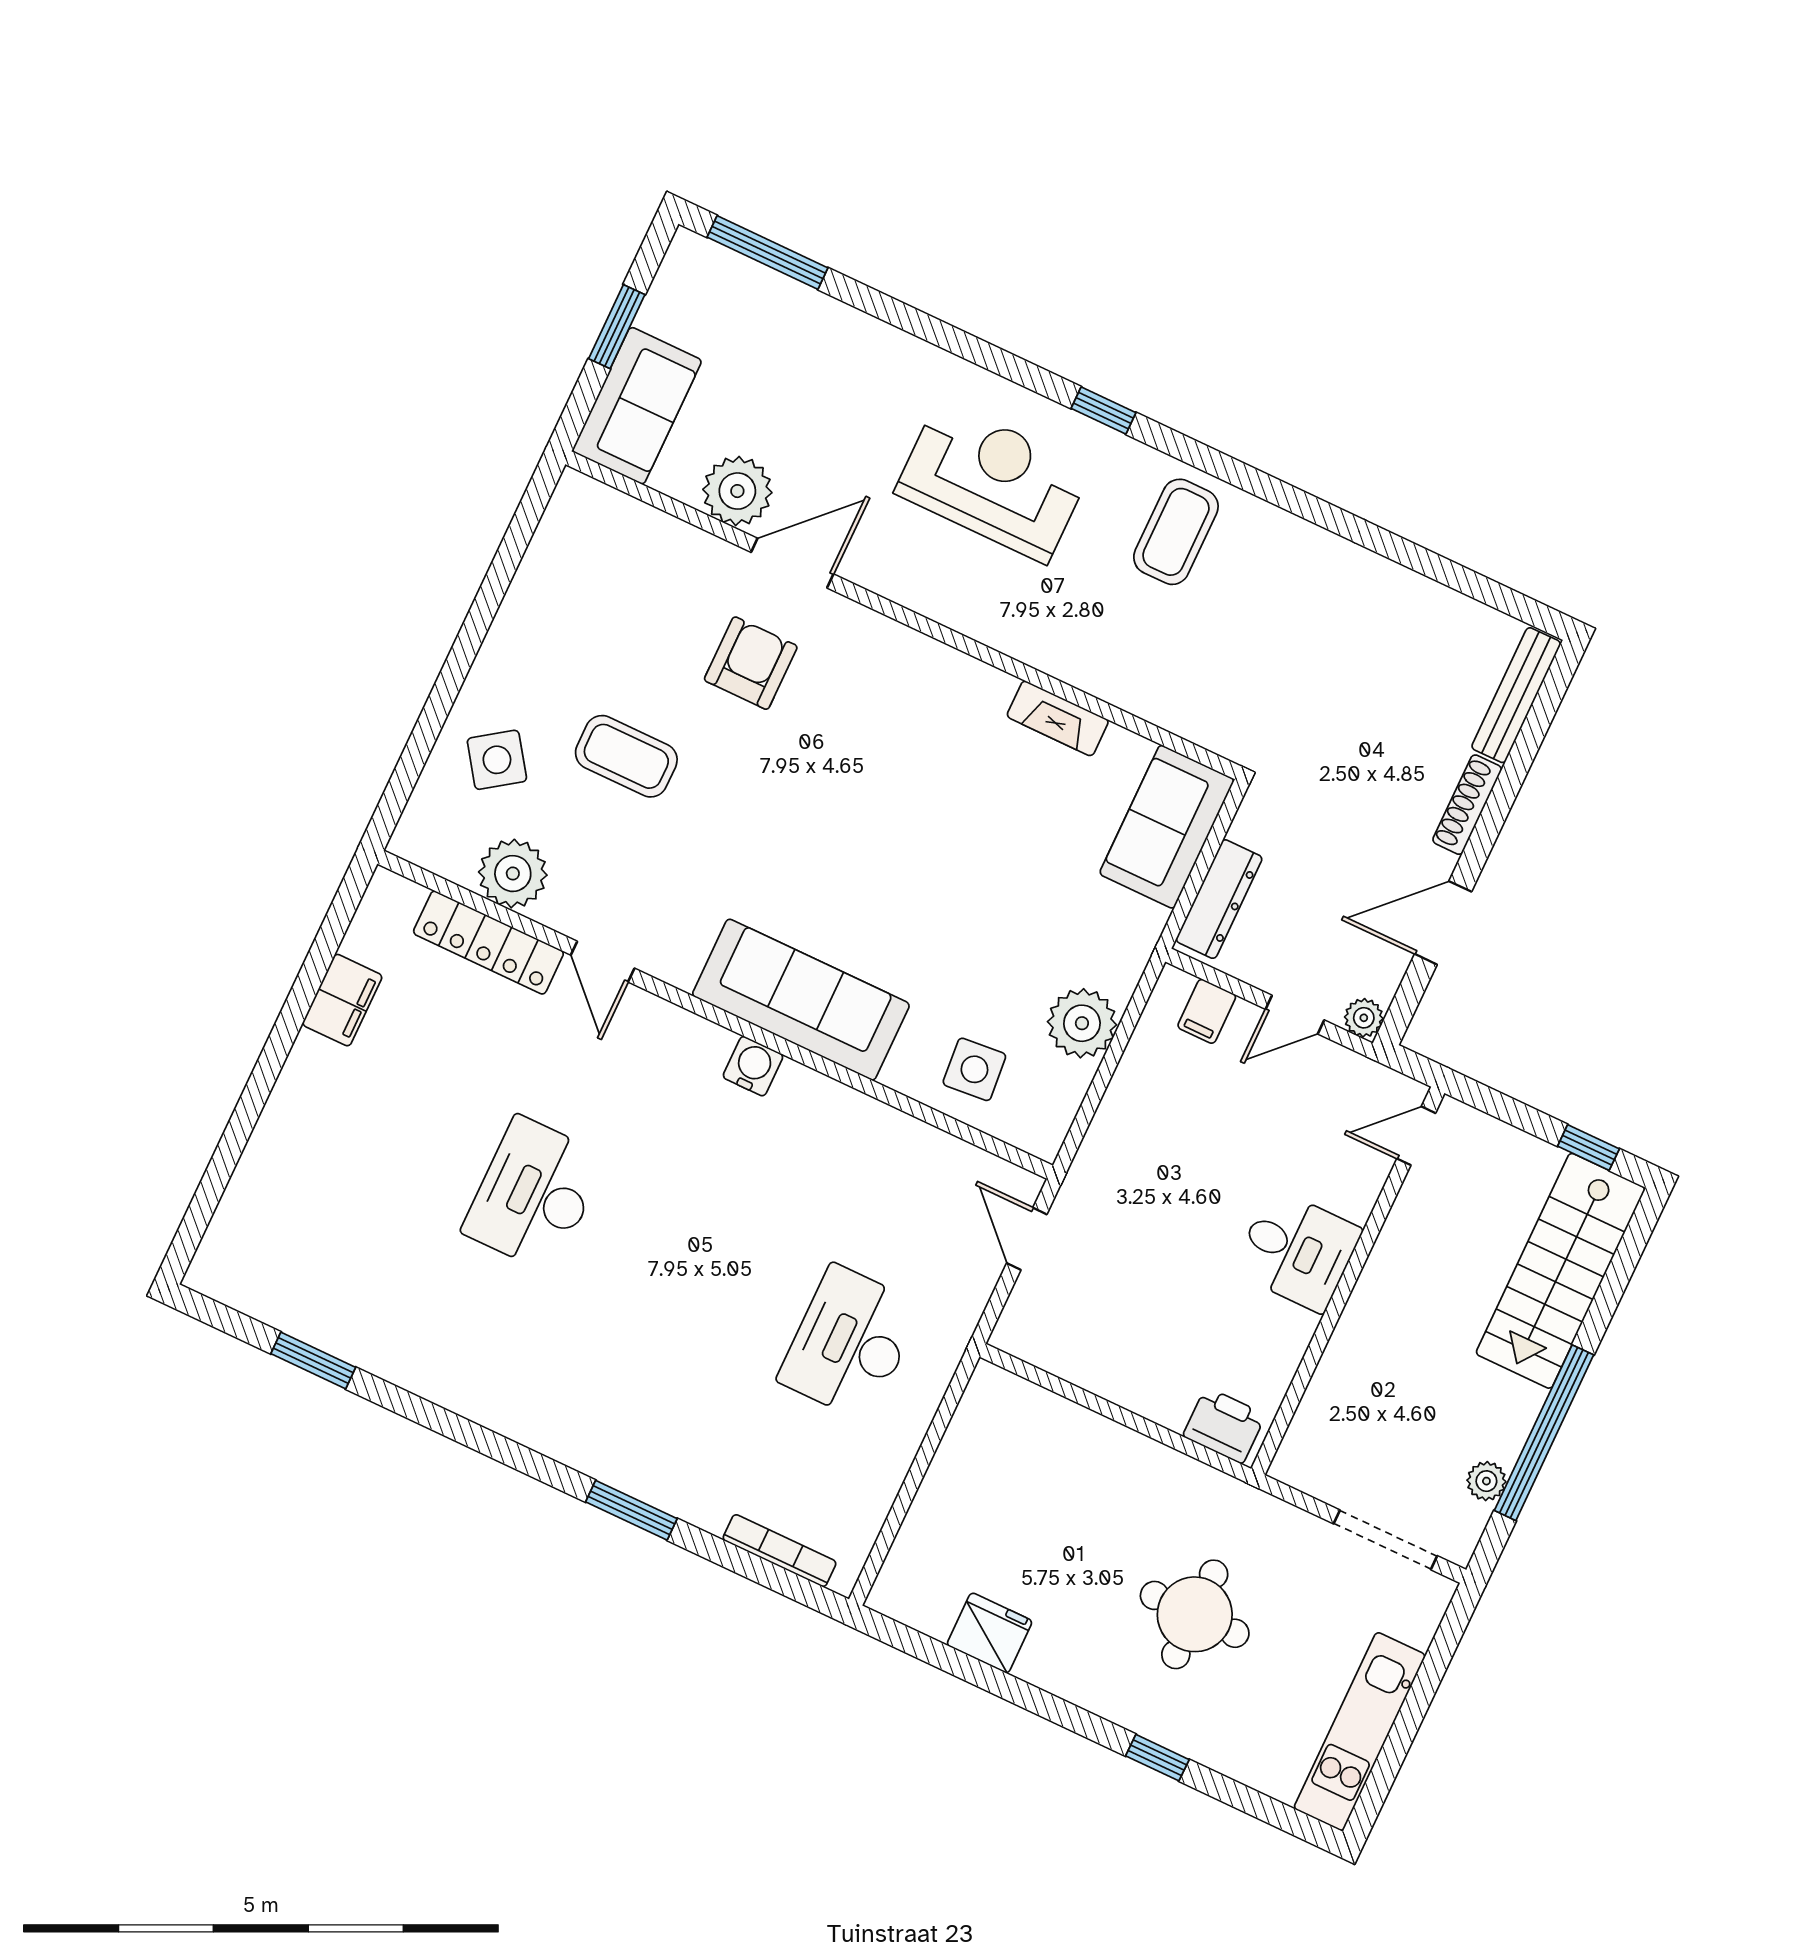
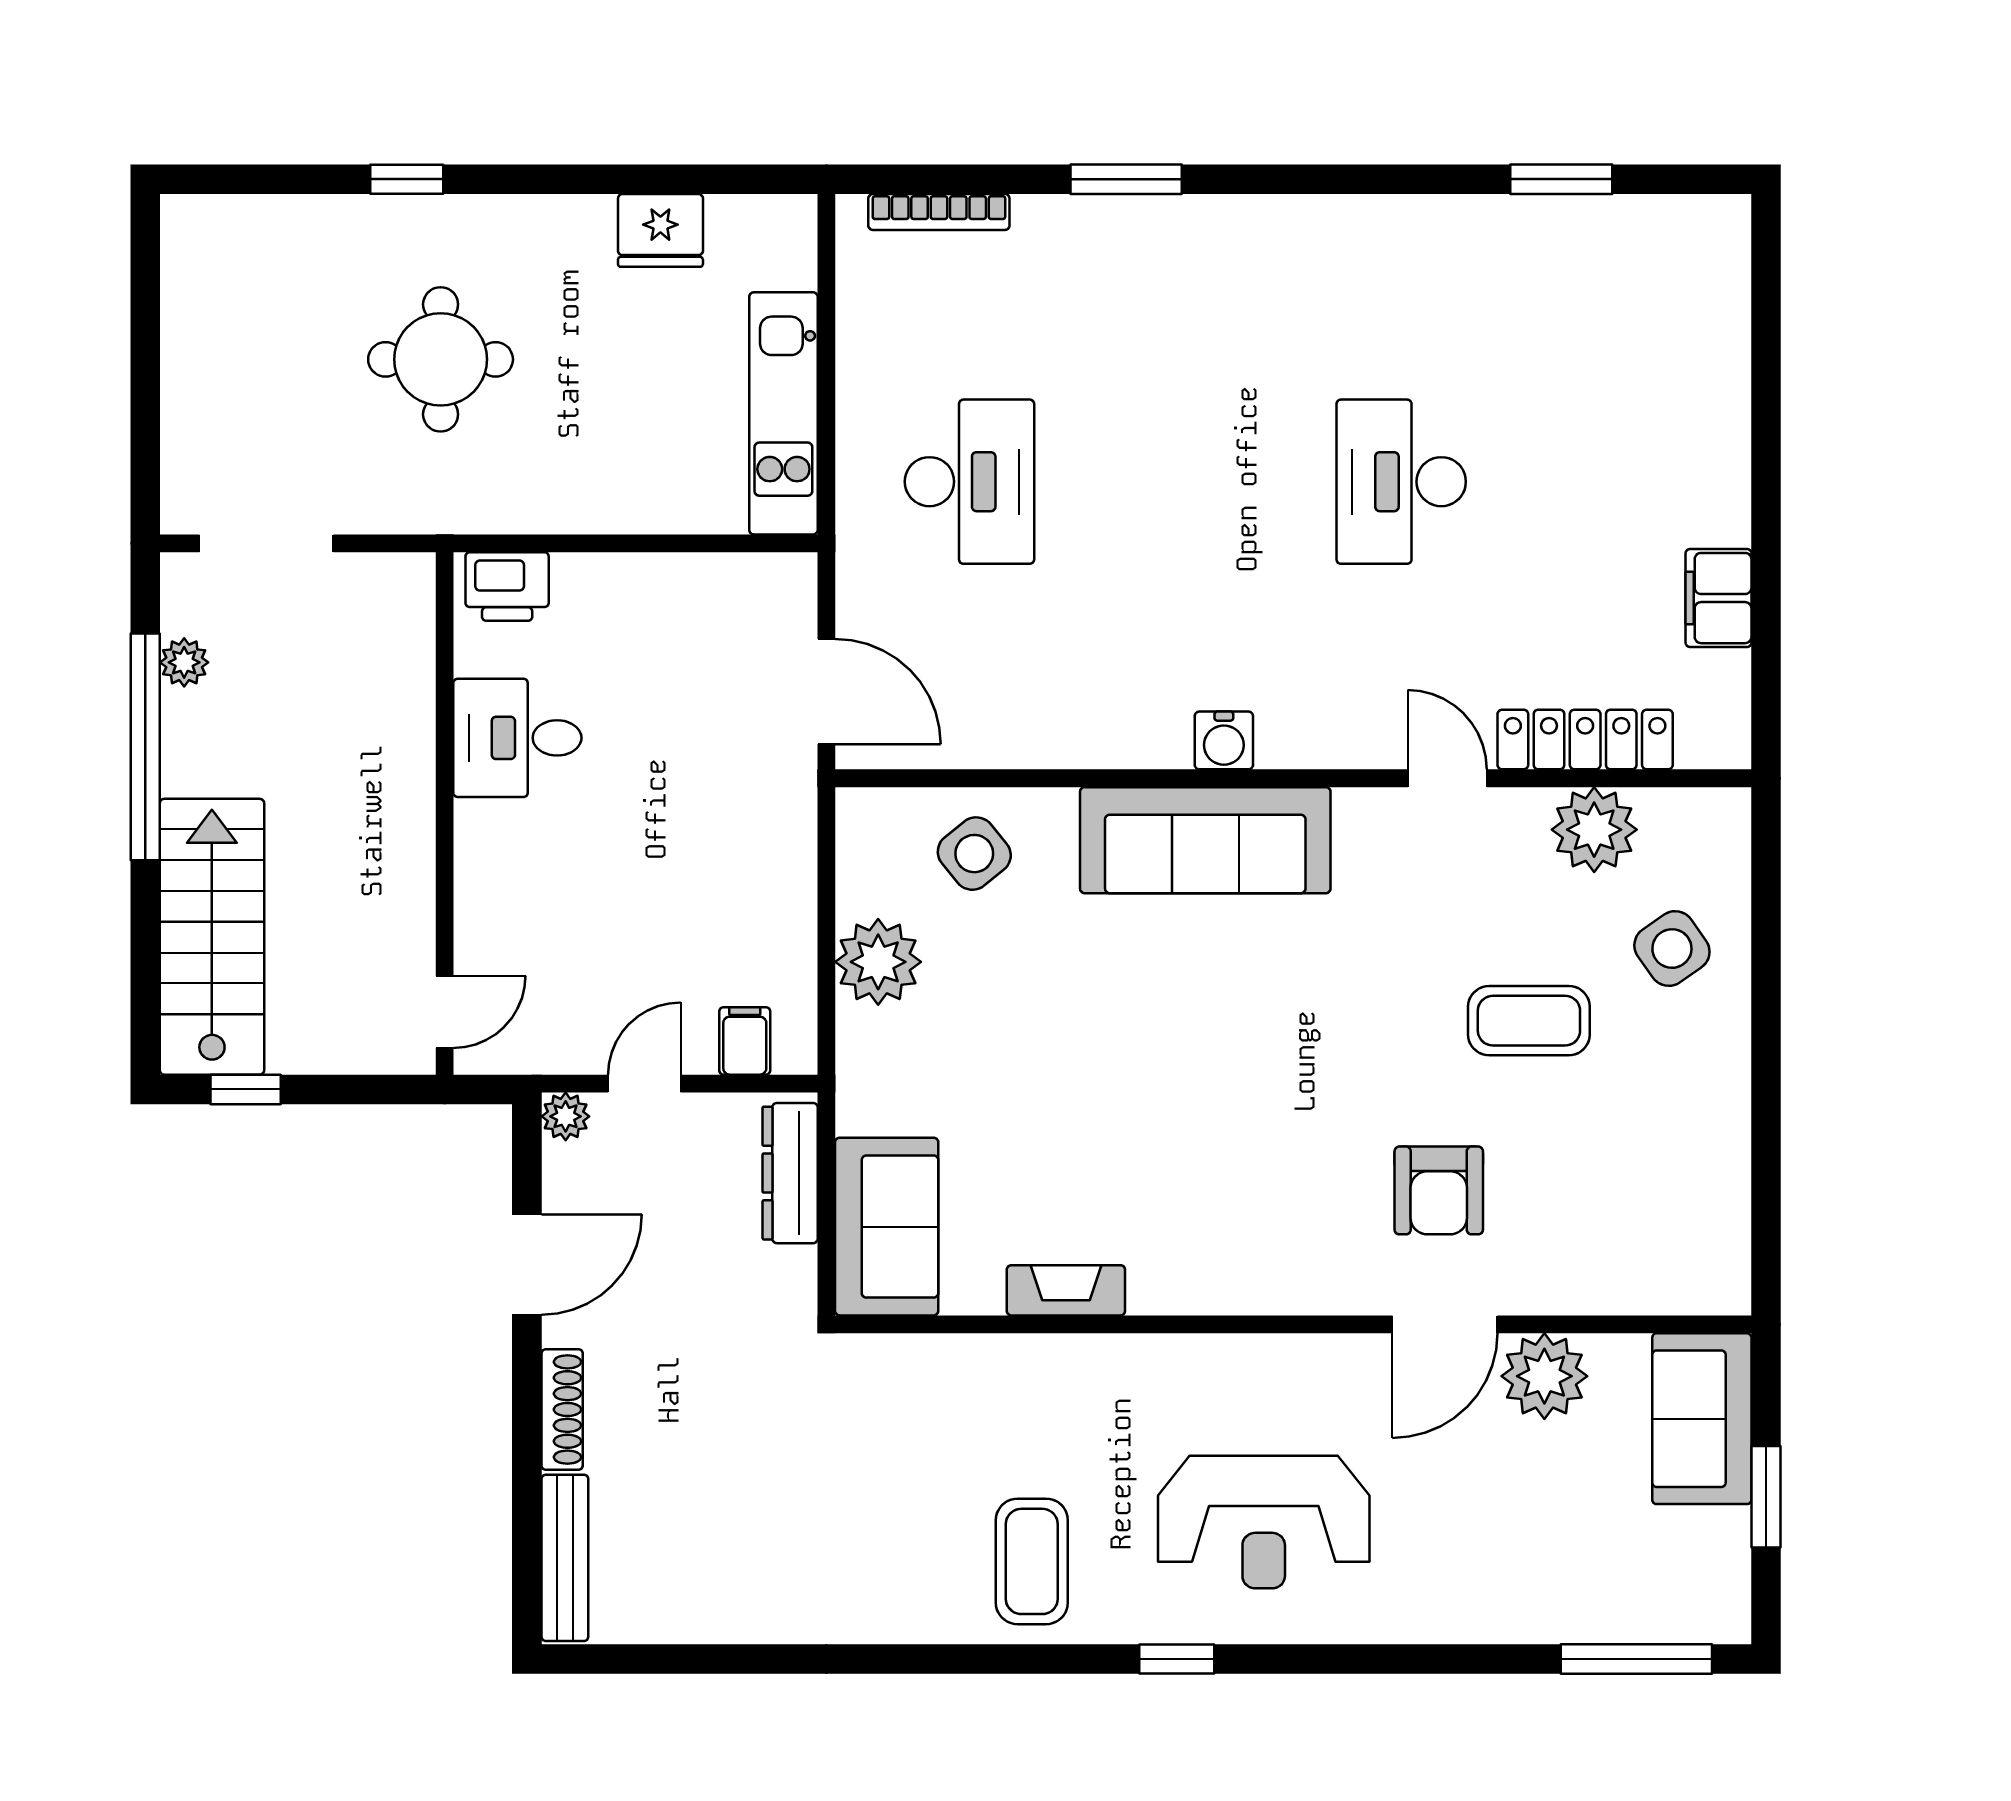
side table: (974, 1069) -> (974, 854), turned -34
desk: (534, 1194) -> (1401, 482), turned 180
door: (1027, 1239) -> (826, 691), width x1.38
desk: (1297, 1251) -> (517, 738), moved
kitchen unit: (1360, 1732) -> (783, 413), moved, turned 180

